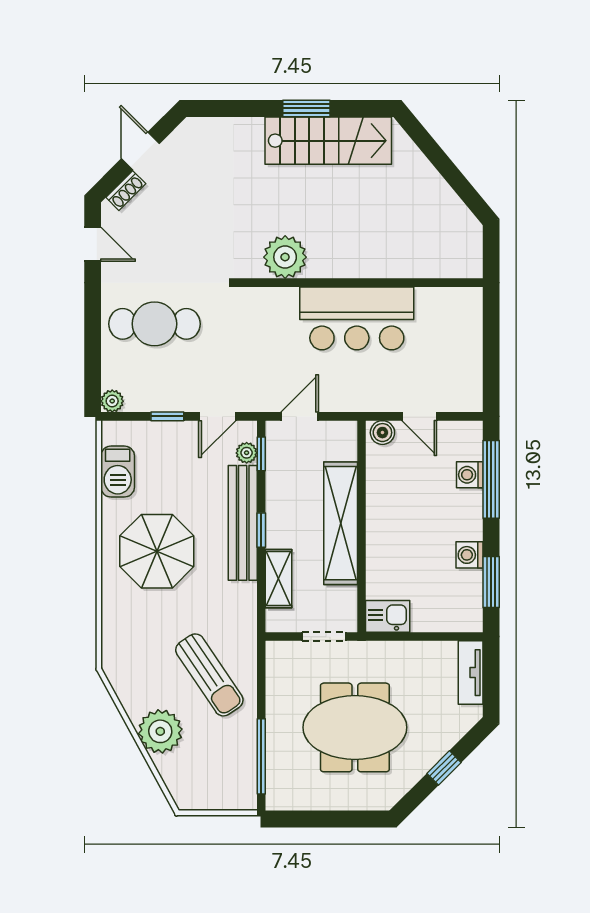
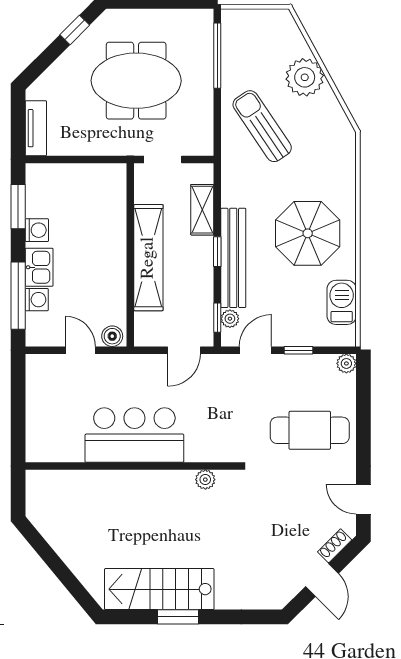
plant: (285, 257) -> (205, 480), width x0.53, depth x0.53
kitchen sink: (388, 616) -> (39, 267), moved, turned -90
window: (444, 768) -> (75, 30), moved

